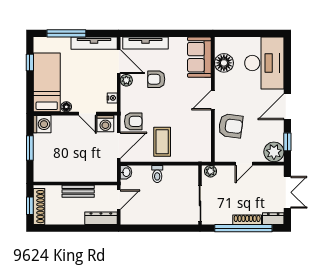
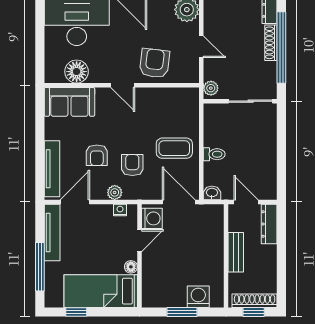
plant: (126, 80) -> (115, 192), moved
armchair: (133, 121) -> (132, 165), moved
washing machine: (42, 124) -> (198, 297), moved

